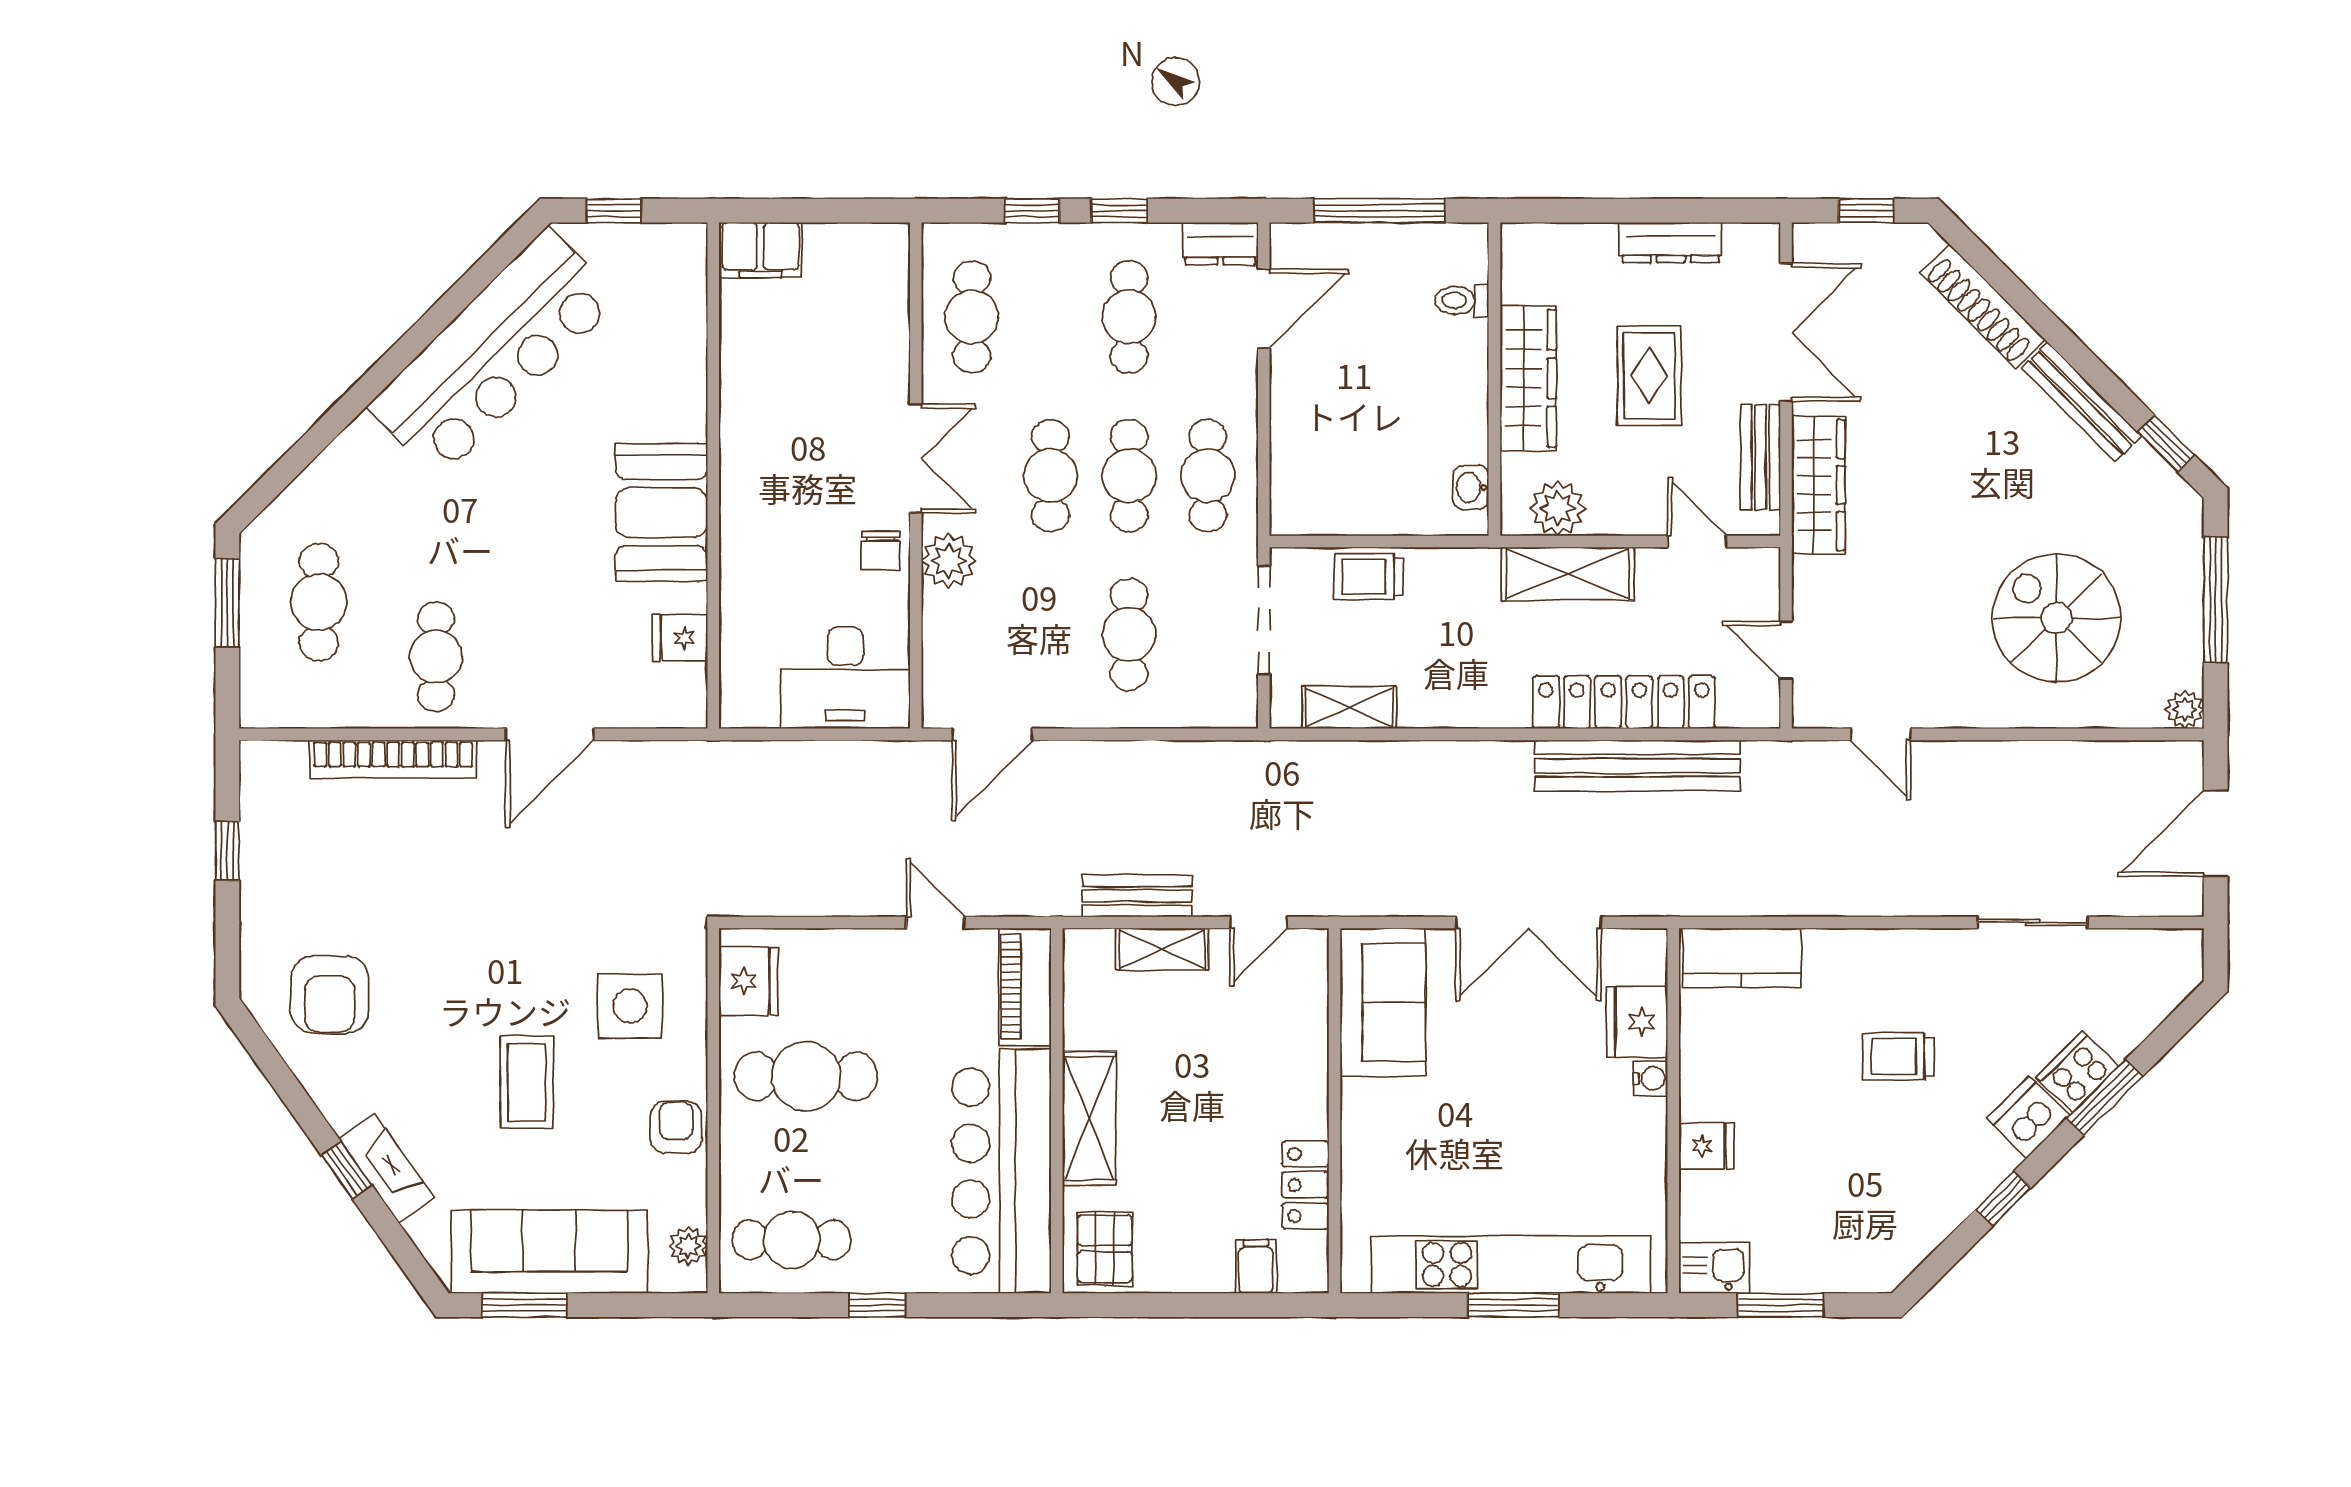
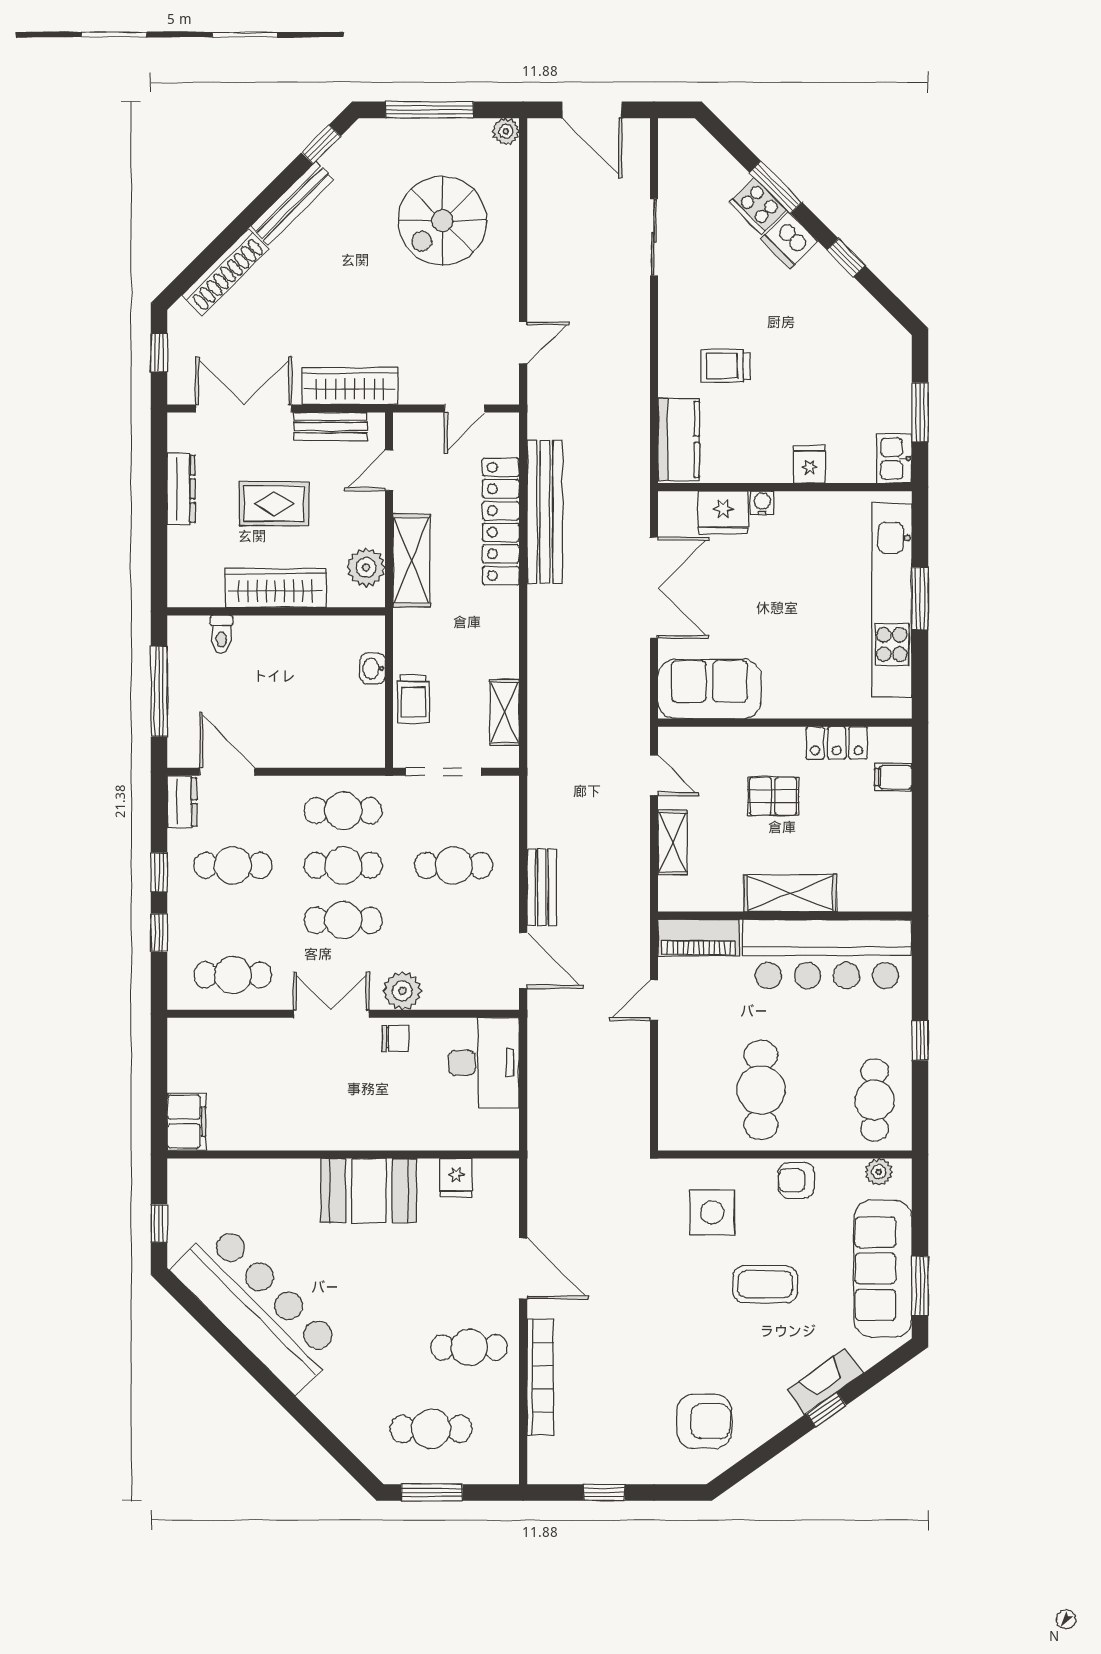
washbasin: (1471, 487) -> (373, 669), moved, turned 90
bench: (1137, 896) -> (542, 887), moved
fridge: (748, 981) -> (695, 1130), removed
trolley: (1899, 1056) -> (725, 366), moved, turned 90
pallet: (1105, 1249) -> (773, 796), moved

